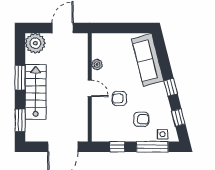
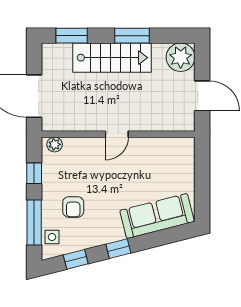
plant: (97, 65) -> (55, 144), moved
armchair: (119, 99) -> (102, 176), removed

